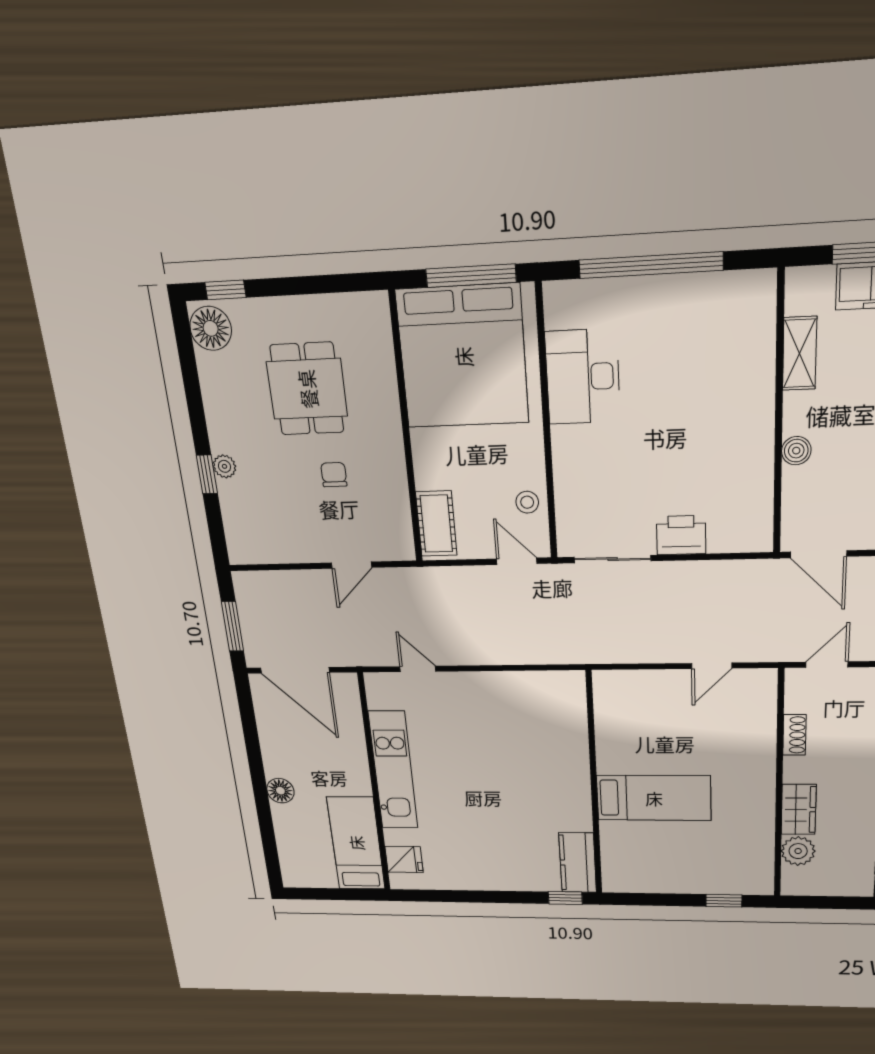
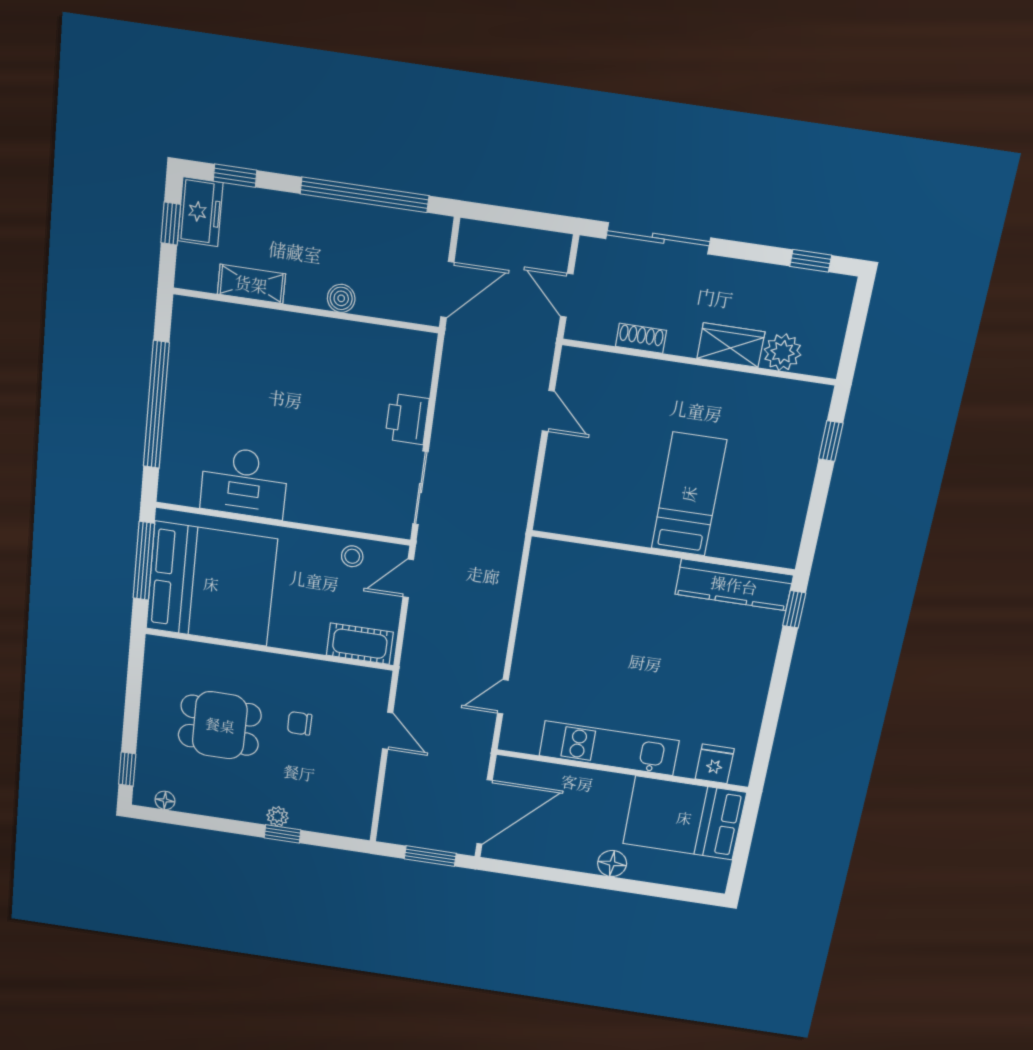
floor lamp: (211, 328) -> (165, 800), width x0.53, depth x0.53
bed: (356, 843) -> (684, 818), width x1.50
kitchen counter: (578, 863) -> (734, 585), width x1.50

